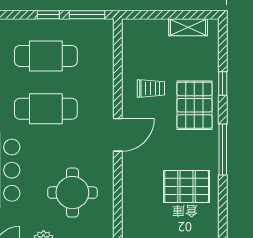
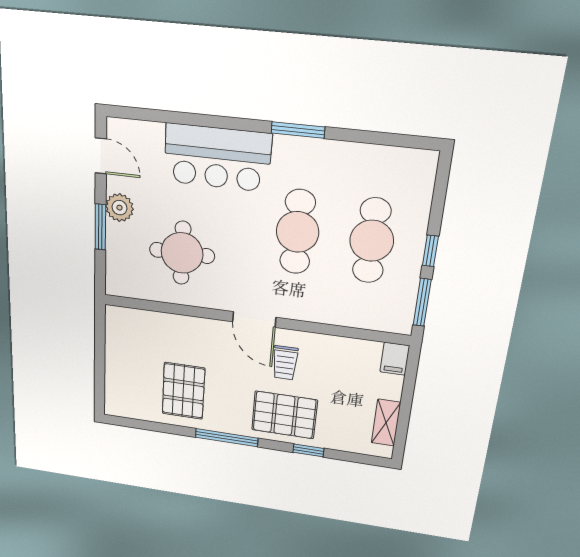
filing cabinet: (134, 28) -> (395, 359), added
trolley: (151, 88) -> (285, 363), moved

